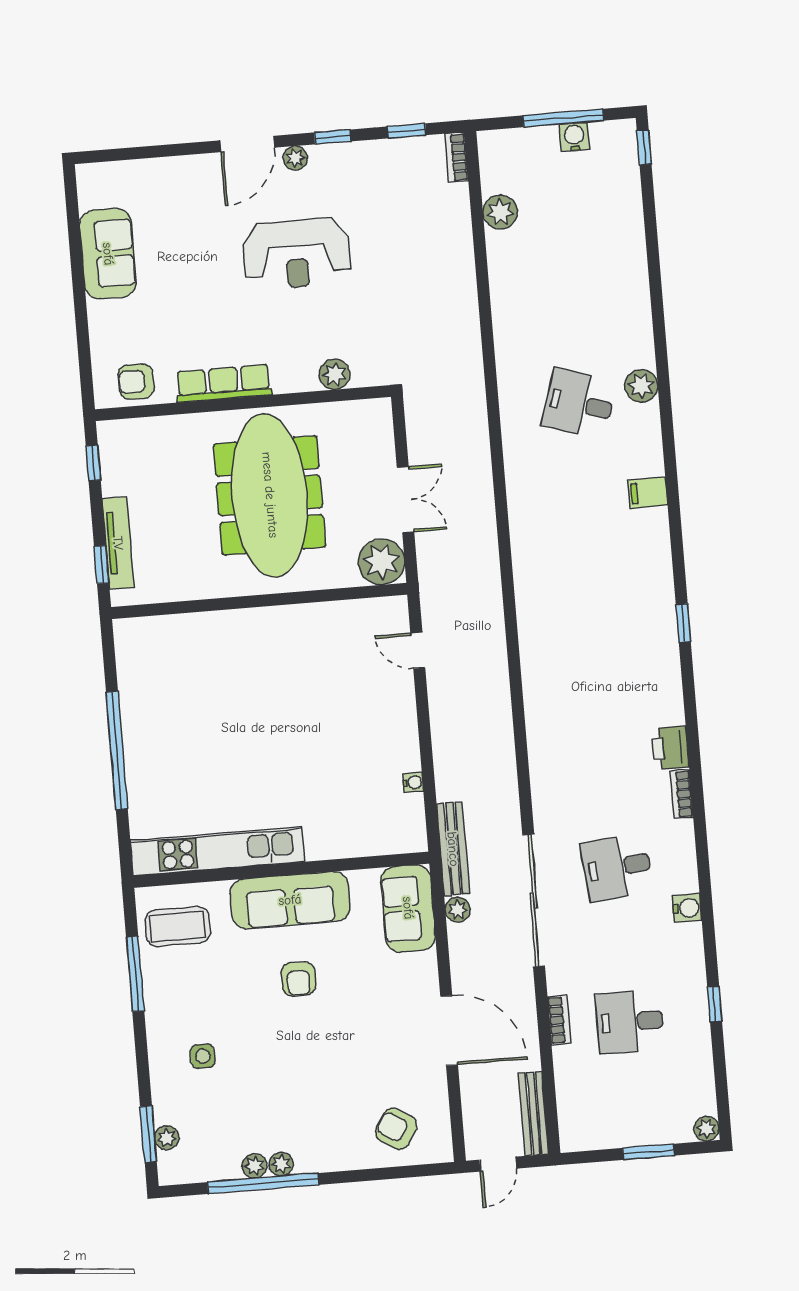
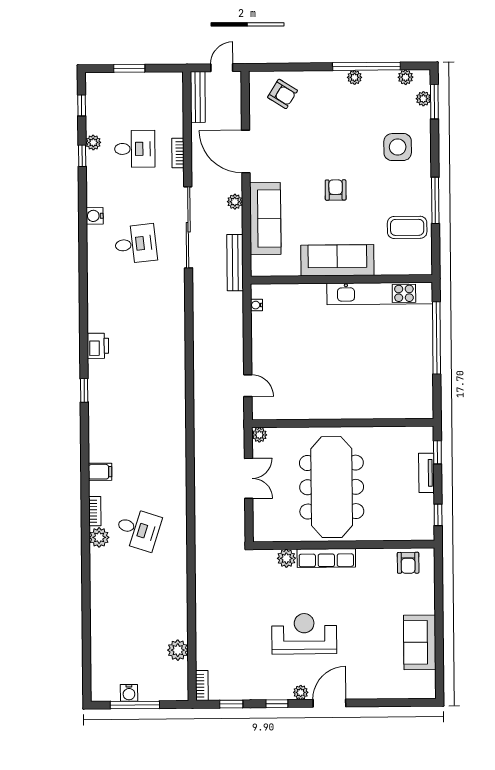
window: (644, 147) -> (82, 105), moved
armchair: (136, 382) -> (408, 563), turned 90
row of seats: (224, 383) -> (326, 558), moved
double door: (405, 500) -> (249, 478), swing flipped
tv unit: (118, 543) -> (426, 473), width x0.71
plant: (381, 562) -> (259, 435), width x0.53, depth x0.53
printer: (670, 748) -> (98, 346), moved
bookcase: (682, 794) -> (95, 511), moved
kitchen unit: (217, 851) -> (380, 294), moved
wall: (281, 870) -> (341, 279), moved
sofa: (290, 900) -> (337, 260), moved
sofa: (408, 908) -> (265, 219), width x1.36
plant: (458, 910) -> (235, 202), moved
side table: (203, 1056) -> (398, 147), width x1.87, depth x1.87
plant: (706, 1129) -> (93, 142), moved
plant: (255, 1166) -> (405, 77), moved

